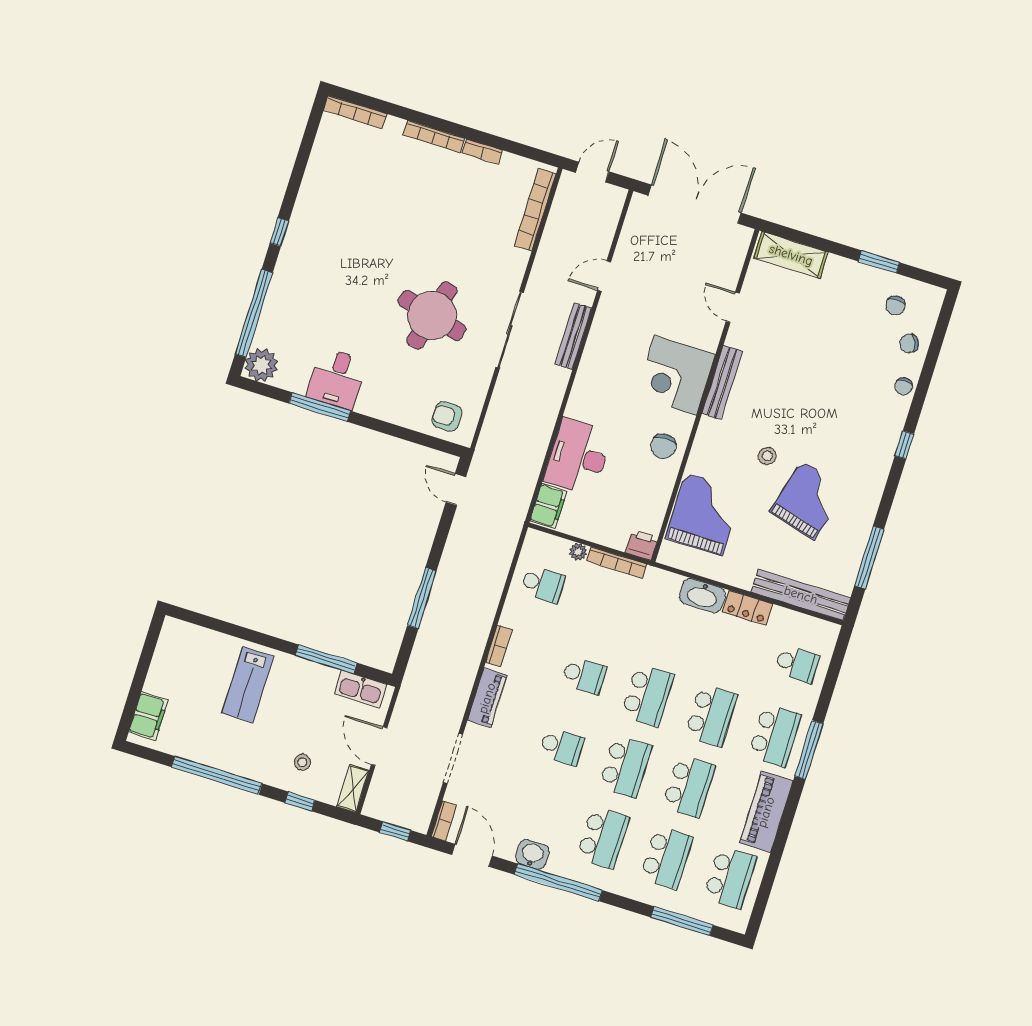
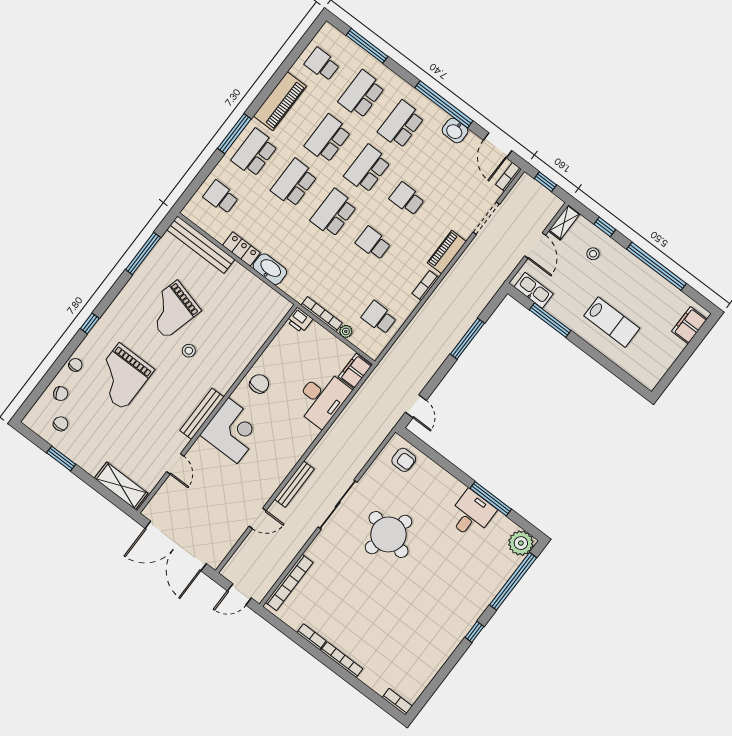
bookcase: (355, 112) -> (397, 702), width x0.64
grand piano: (704, 514) -> (122, 376), moved
lab bench: (248, 685) -> (612, 322), turned 90
school desk: (730, 877) -> (322, 64), width x0.54

